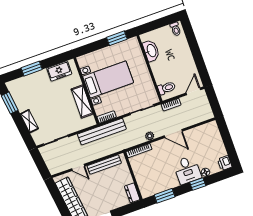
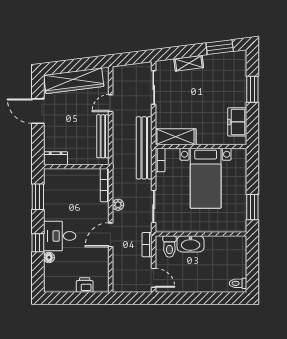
washbasin: (151, 51) -> (191, 244), moved
shelving: (82, 101) -> (176, 137), moved
printer: (225, 163) -> (85, 285), moved

